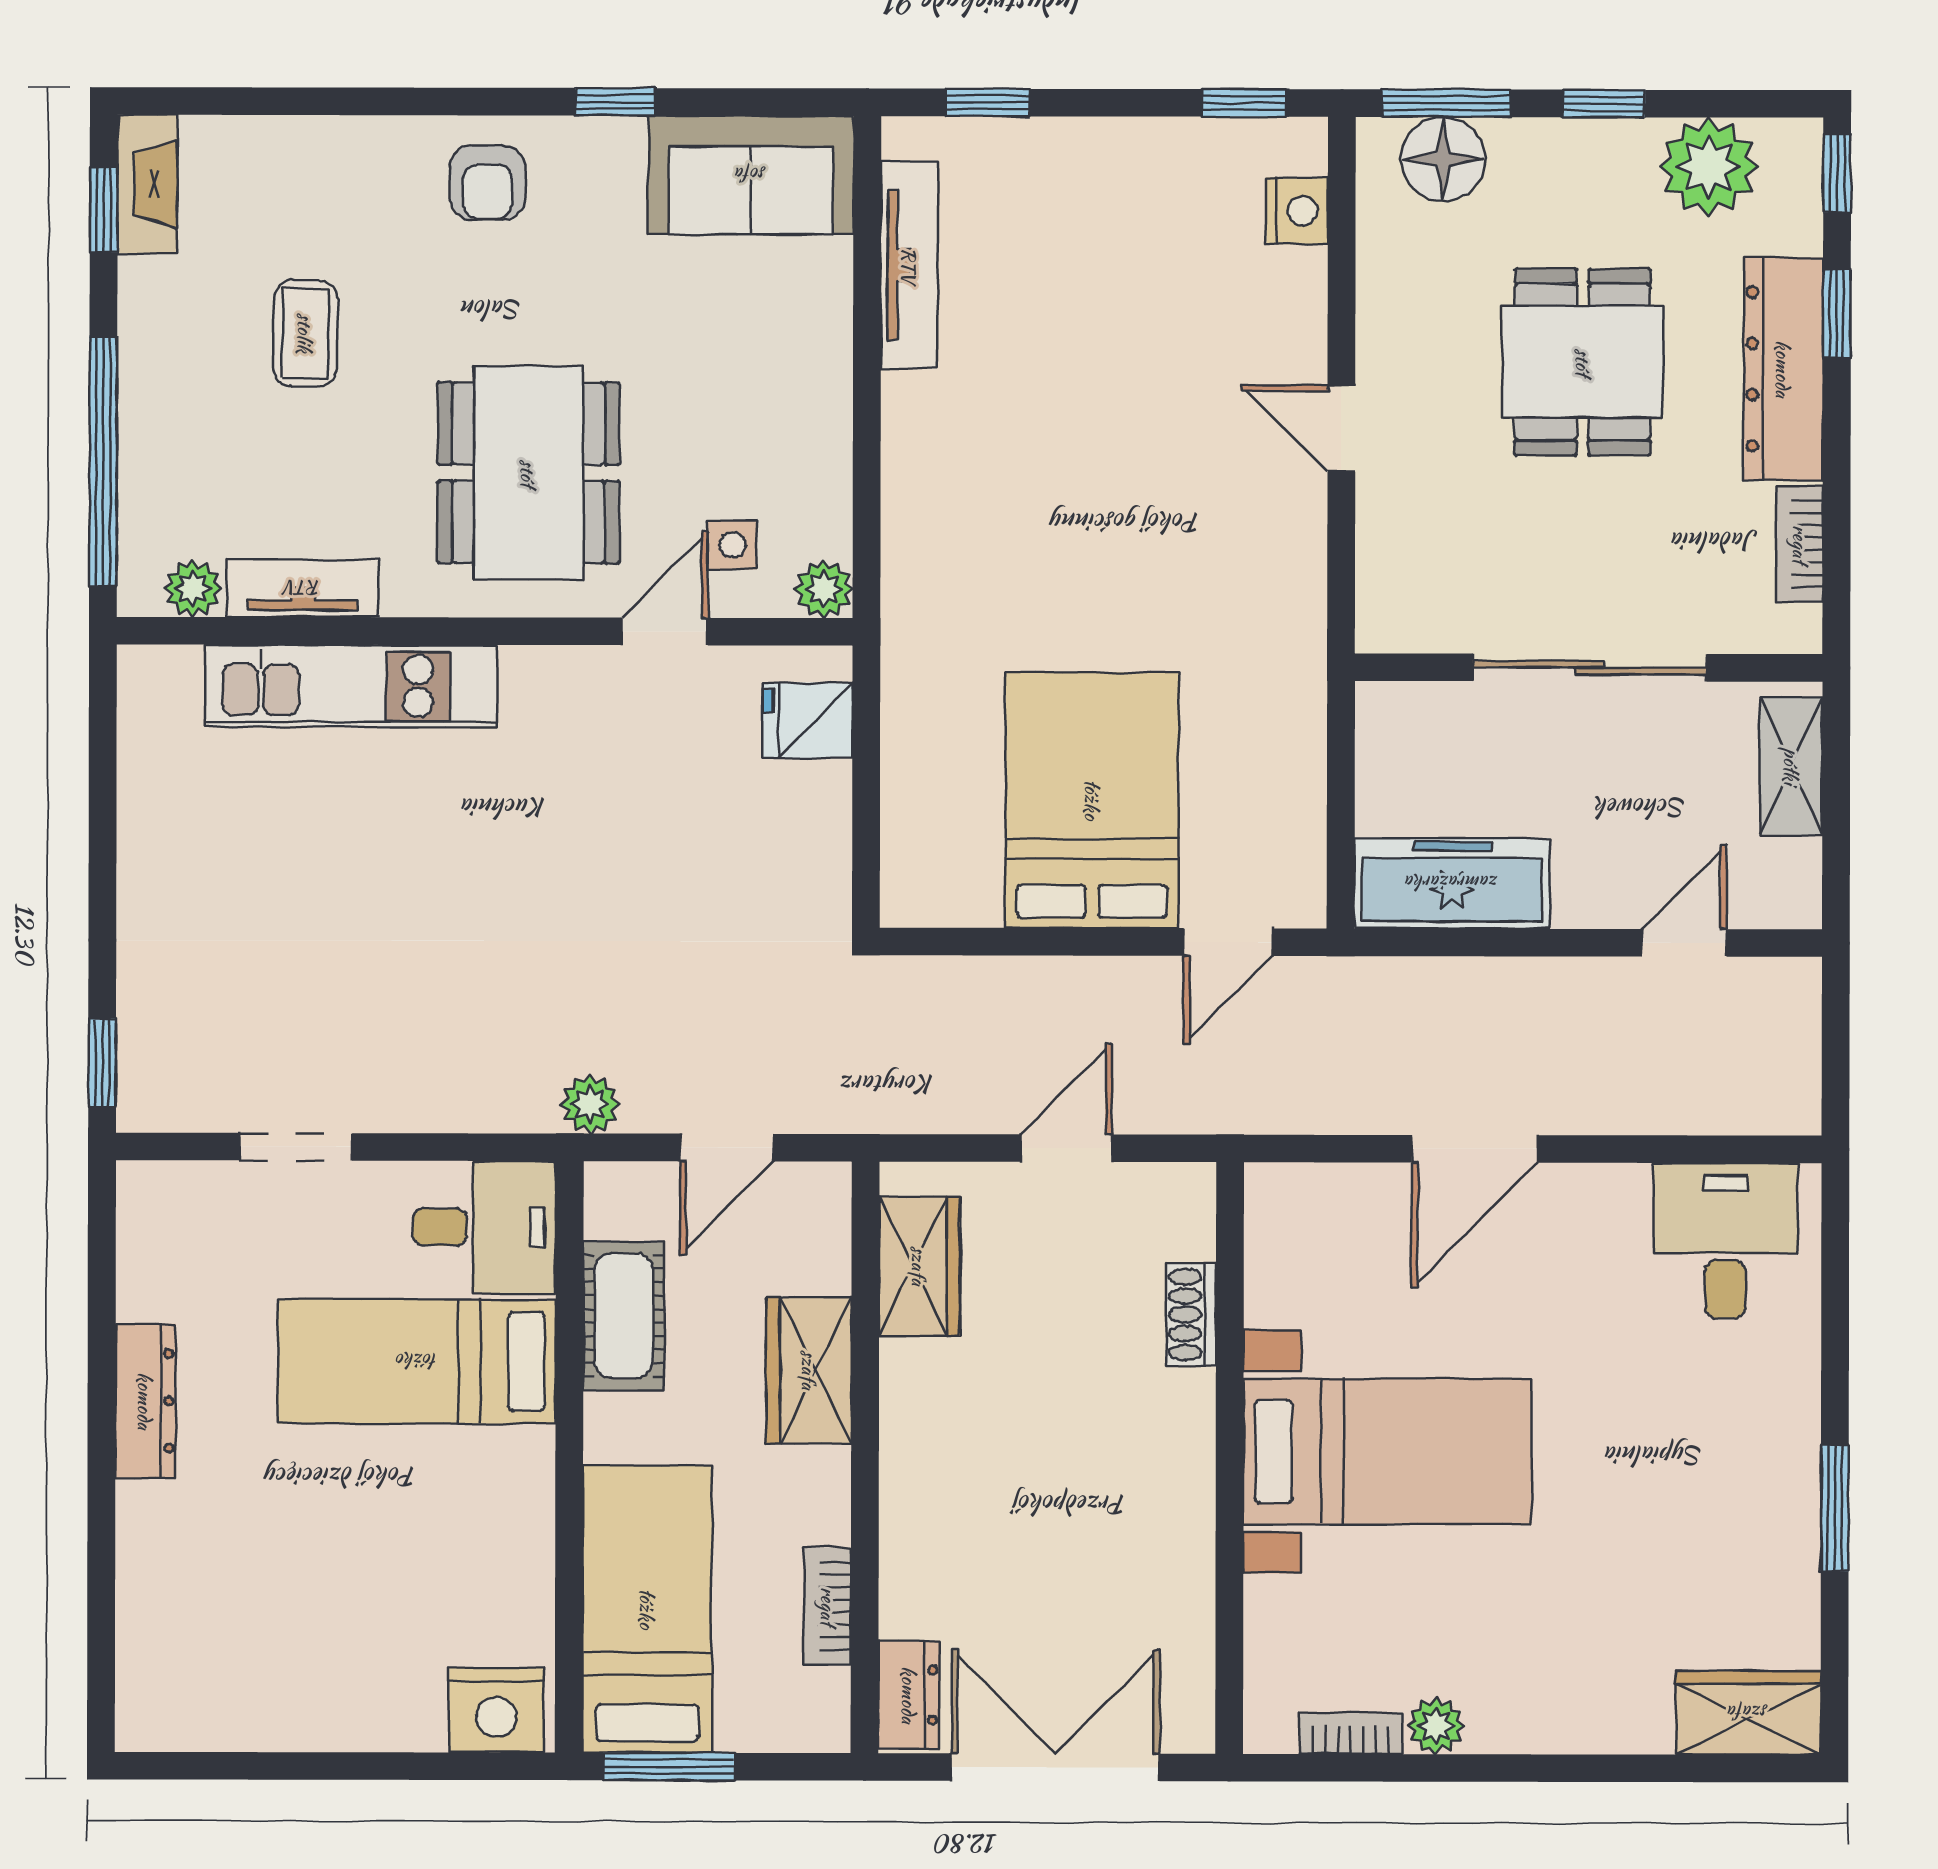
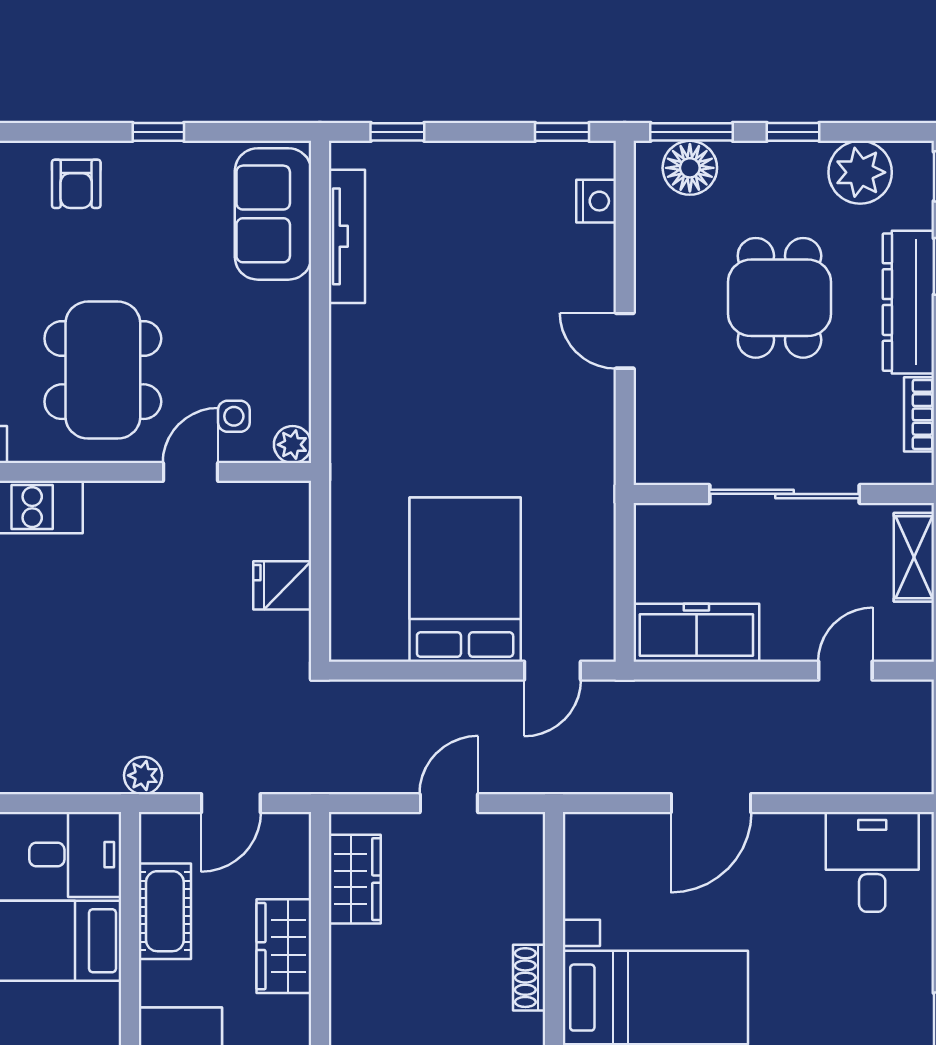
sofa: (751, 175) -> (273, 214), moved, turned 90
fridge: (807, 720) -> (282, 585), moved
shoe rack: (1191, 1315) -> (529, 978), moved

